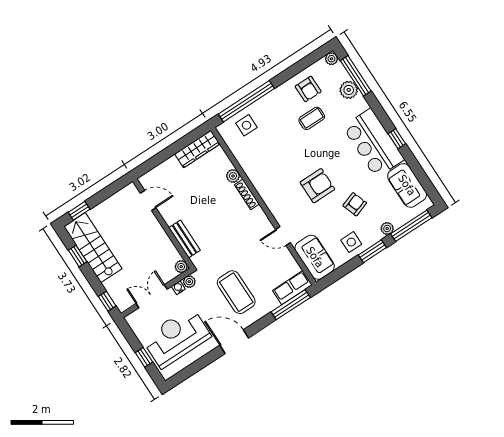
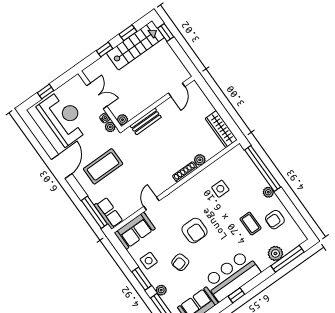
plant: (331, 59) -> (268, 192), moved
side table: (246, 125) -> (220, 189), moved
armchair: (355, 204) -> (180, 262), turned 94
window: (107, 301) -> (104, 50), moved

